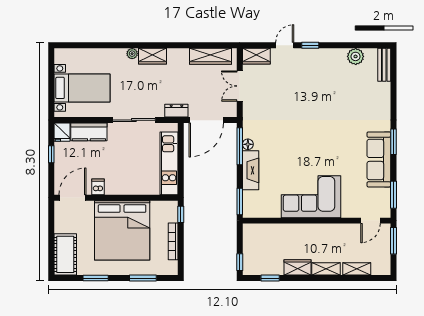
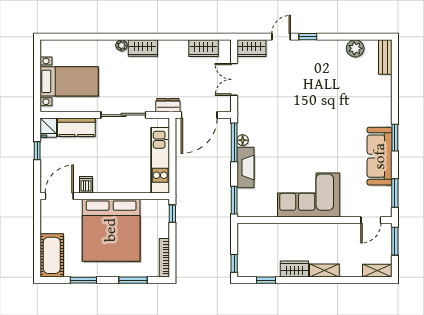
wardrobe: (210, 56) -> (203, 48), width x0.67
bookcase: (173, 241) -> (164, 258), moved
shelving: (357, 269) -> (377, 271), moved

